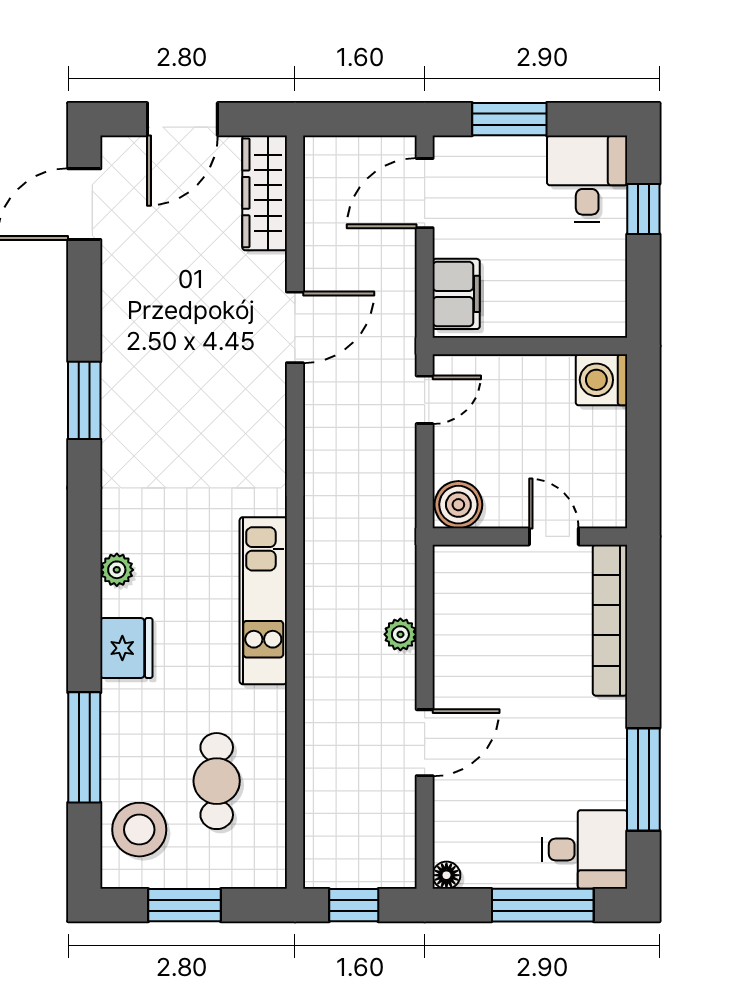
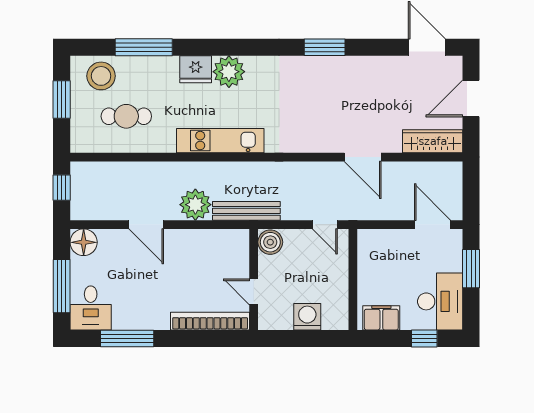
door: (182, 119) -> (471, 98), hinge flipped
desk: (587, 179) -> (440, 301), width x1.37
filing cabinet: (456, 294) -> (381, 318), moved, turned 180
washing machine: (602, 380) -> (307, 317), moved
door: (554, 536) -> (254, 292), swing flipped
bench: (398, 550) -> (246, 211), added
plant: (117, 570) -> (229, 72), width x1.88, depth x1.88
plant: (400, 634) -> (195, 205), width x1.87, depth x1.87
floor lamp: (446, 875) -> (84, 242), width x1.89, depth x1.89

